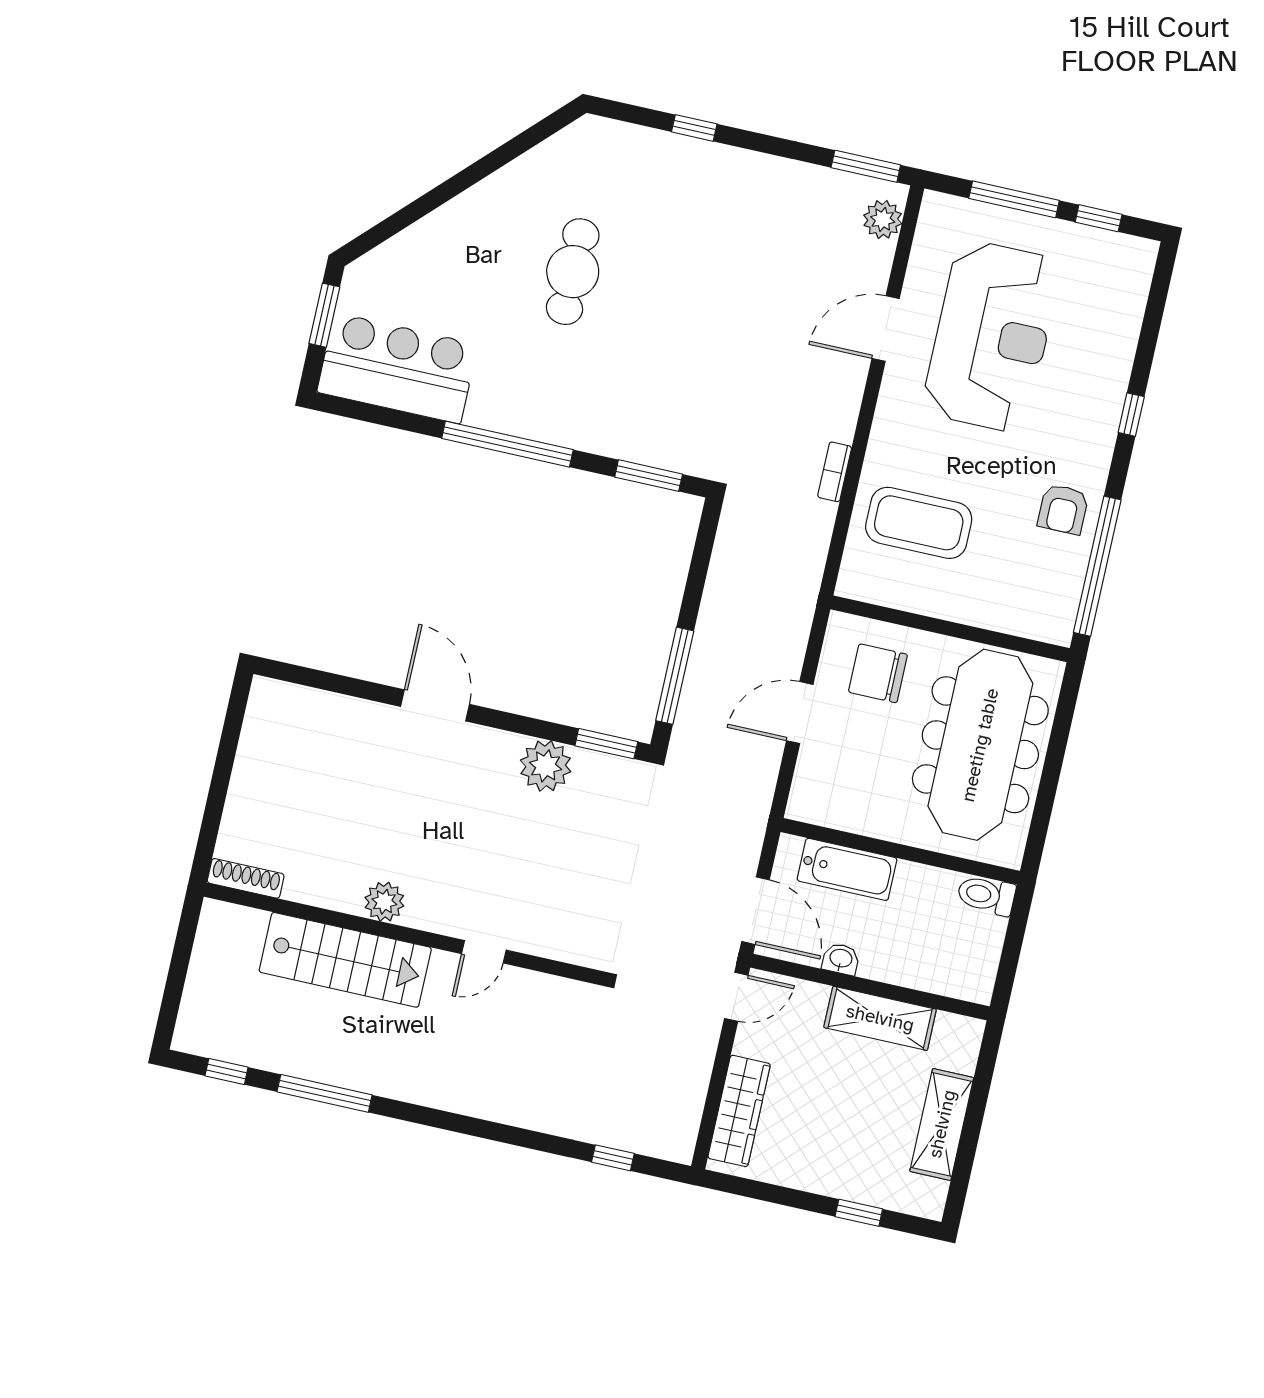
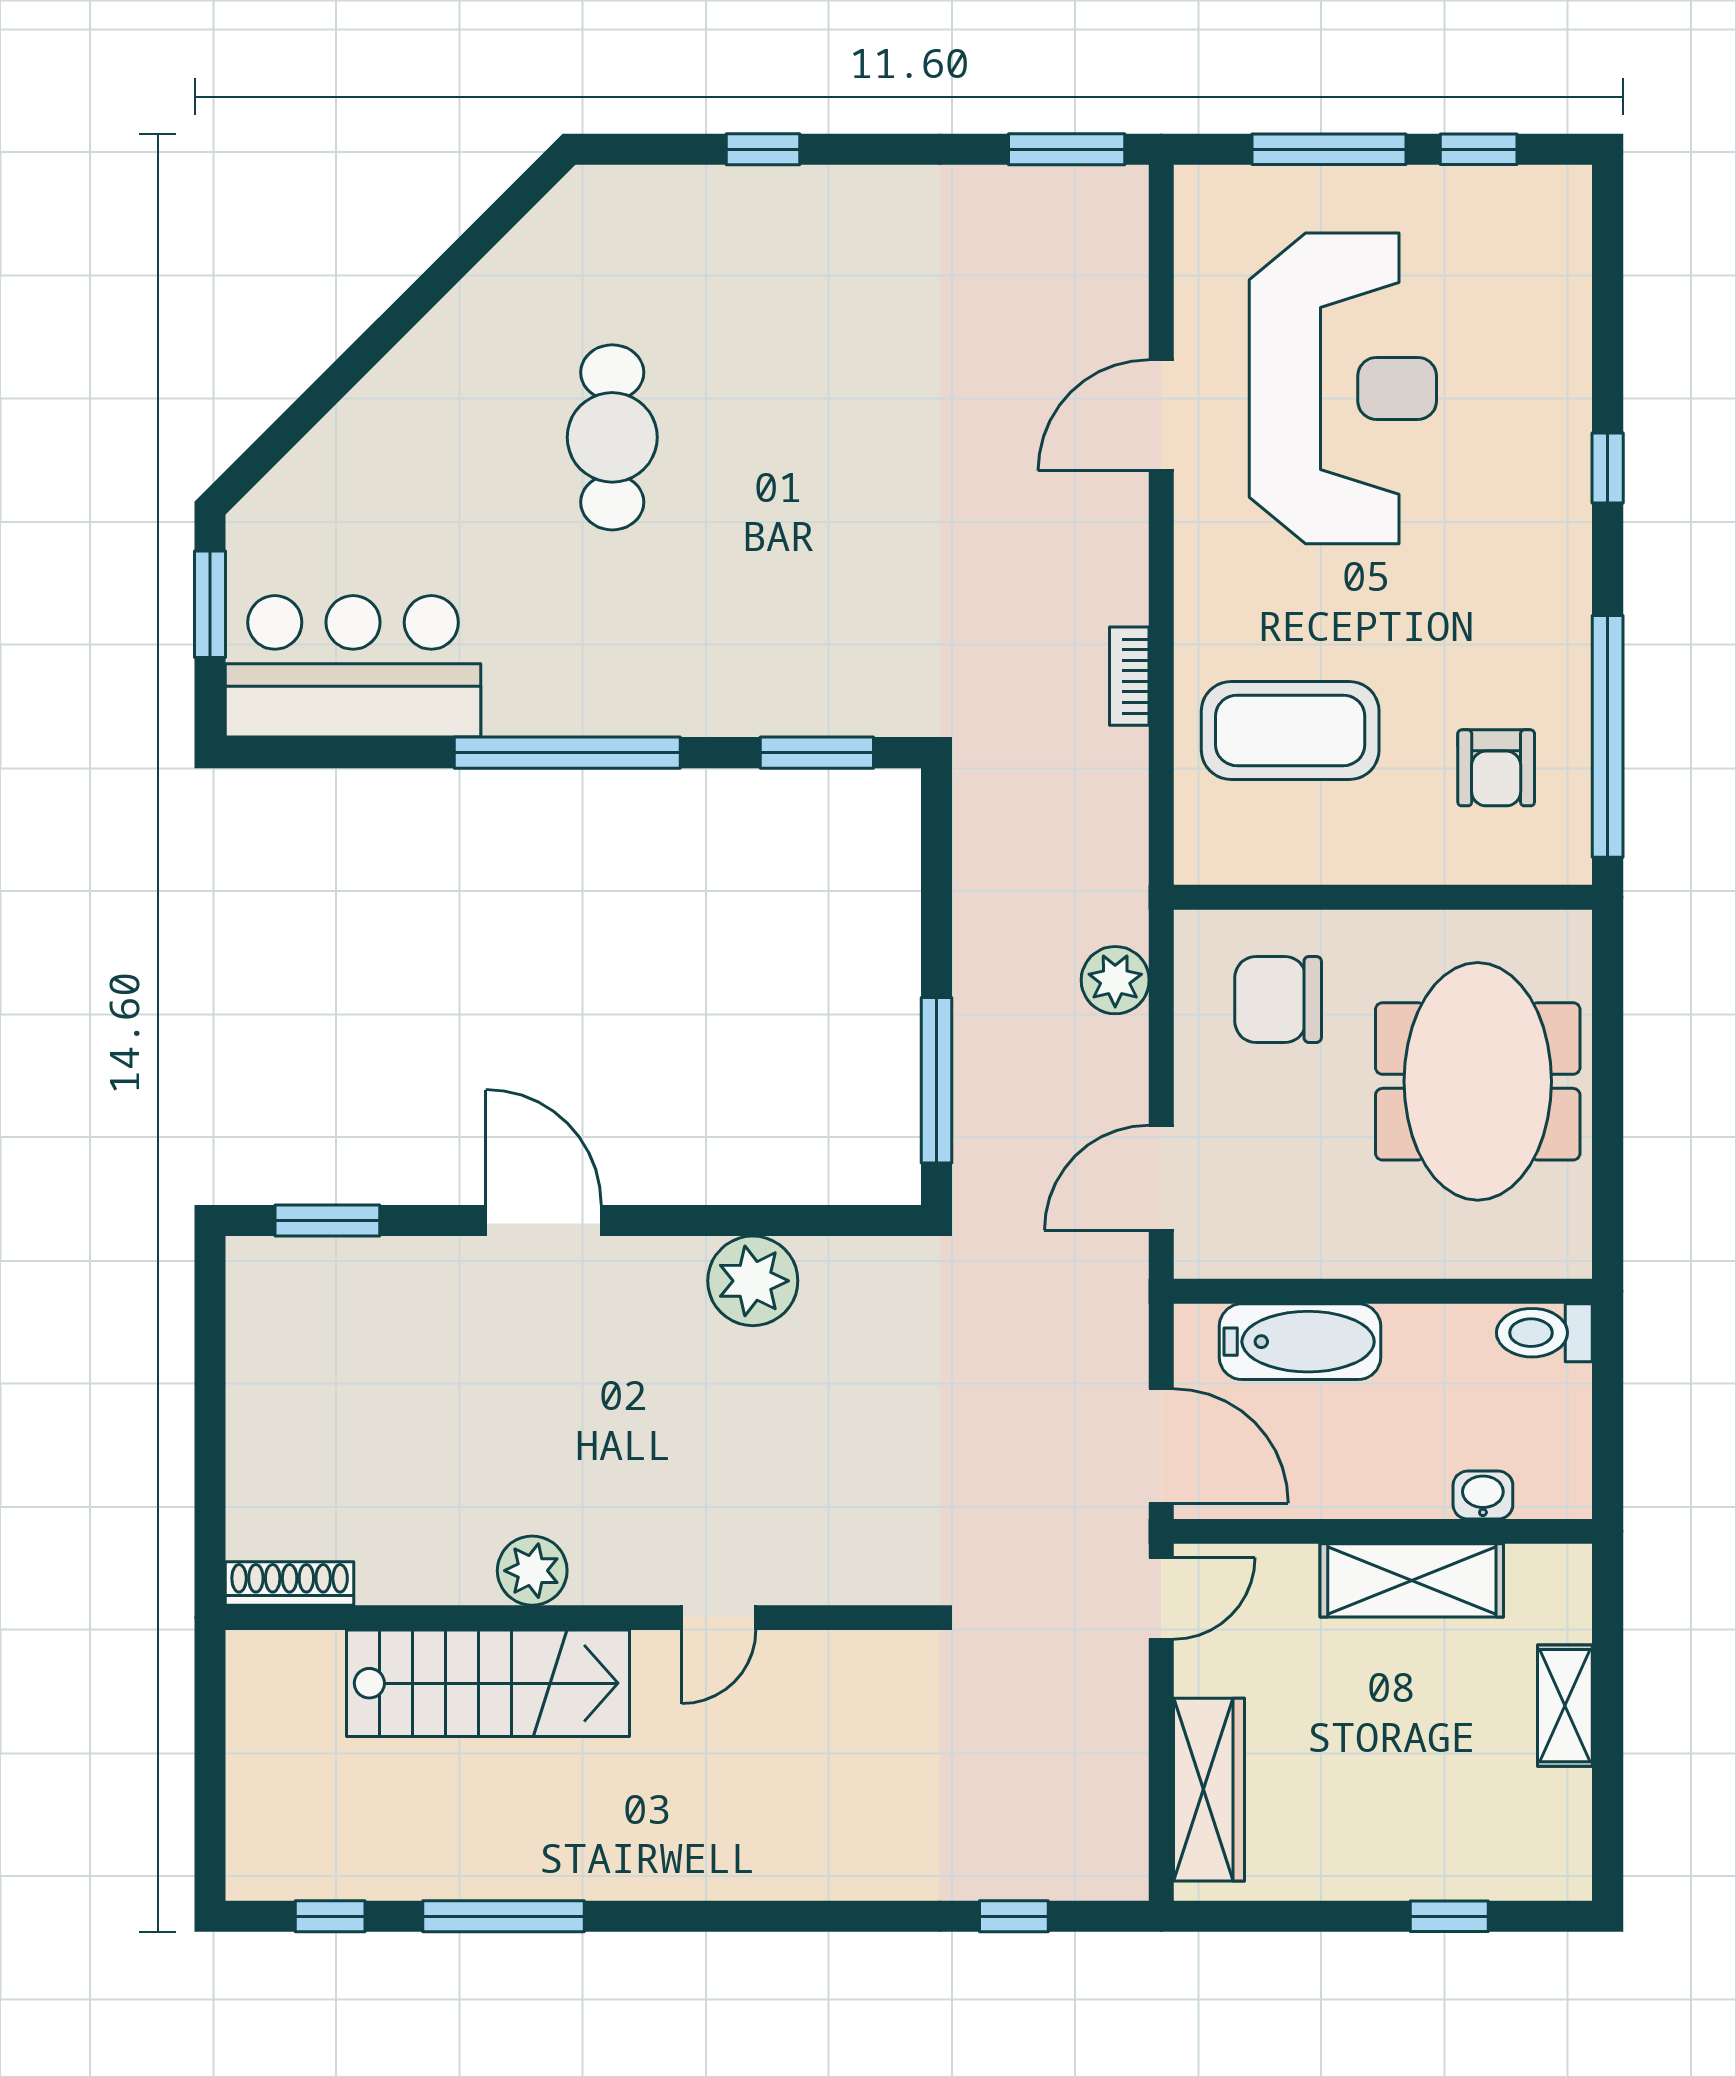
plant: (883, 219) -> (1115, 980), moved
armchair: (1063, 509) -> (1496, 768), moved
door: (800, 713) -> (1161, 1178), moved
window: (606, 744) -> (327, 1221), moved
meeting table: (980, 745) -> (1478, 1081), width x0.73
washbasin: (841, 959) -> (1483, 1495), moved
shelving: (942, 1124) -> (1565, 1706), width x0.67, depth x0.75

